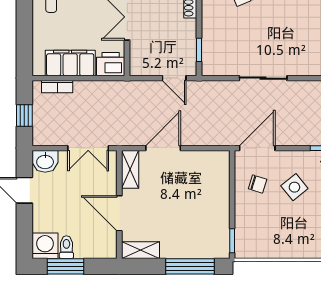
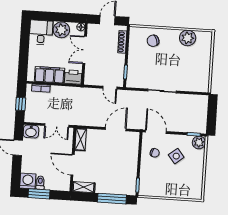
door: (163, 148) -> (116, 129), moved
door: (257, 148) -> (156, 132), hinge flipped

